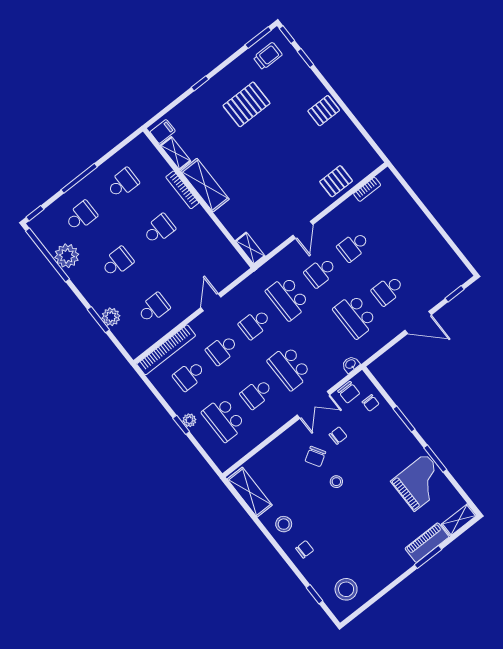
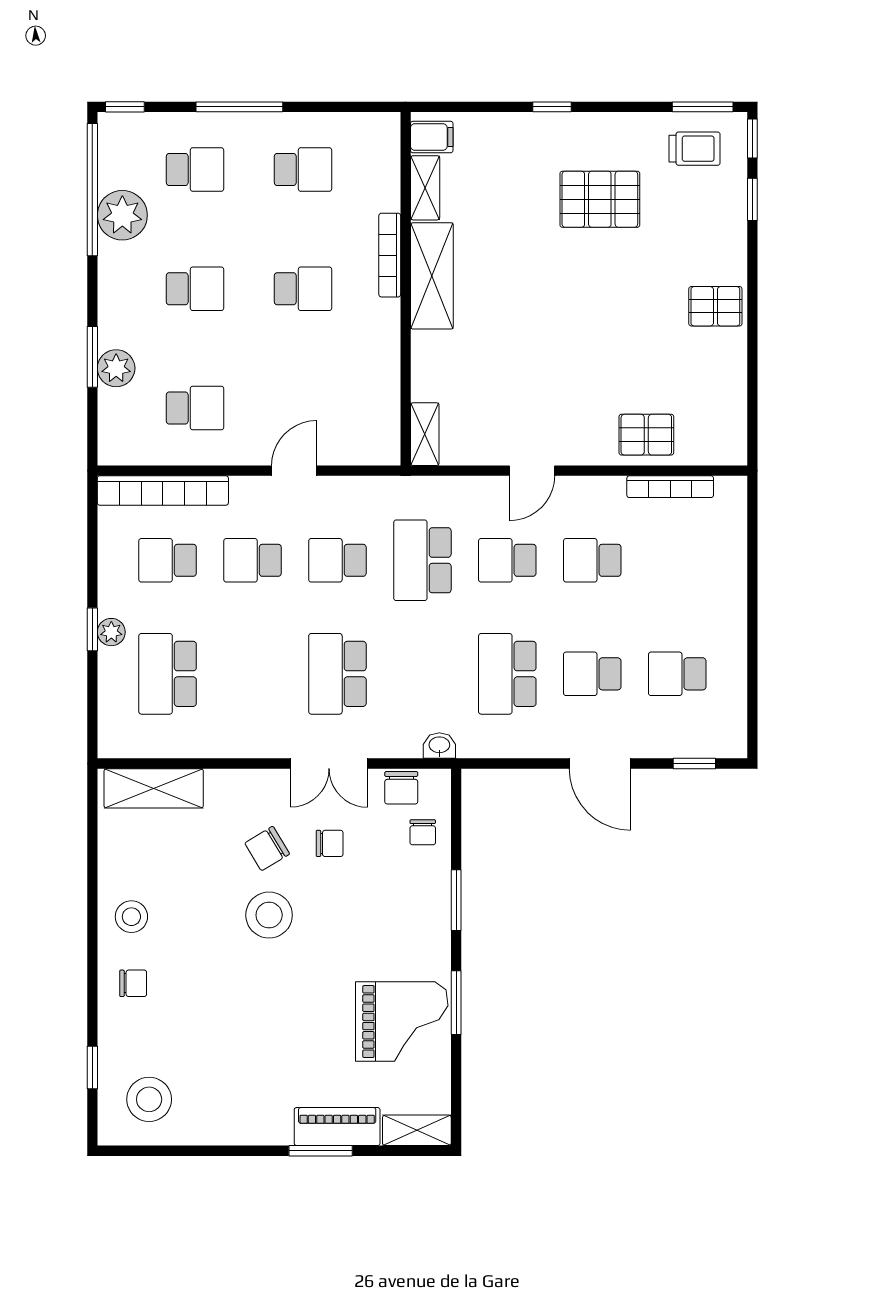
bookcase: (367, 189) -> (670, 487), width x1.56
school desk: (257, 393) -> (677, 674), moved
stool: (336, 482) -> (269, 915), width x1.89, depth x1.89
shelving: (250, 492) -> (154, 788), moved, turned 90

